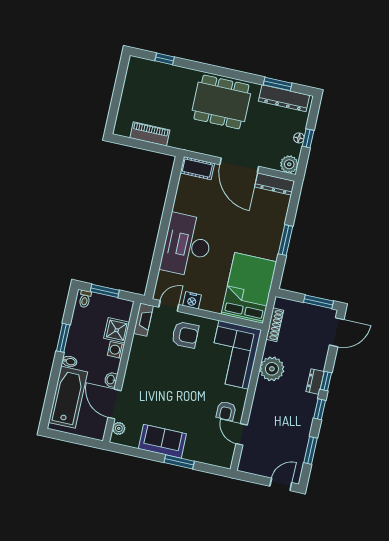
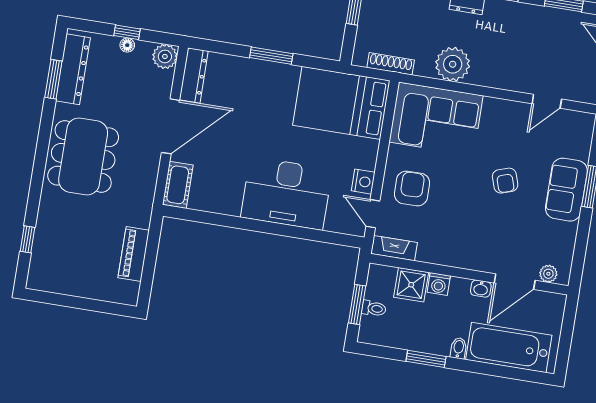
toilet: (85, 299) -> (374, 308), moved
armchair: (226, 411) -> (505, 181), moved, turned 72
sofa: (162, 441) -> (566, 190), moved

